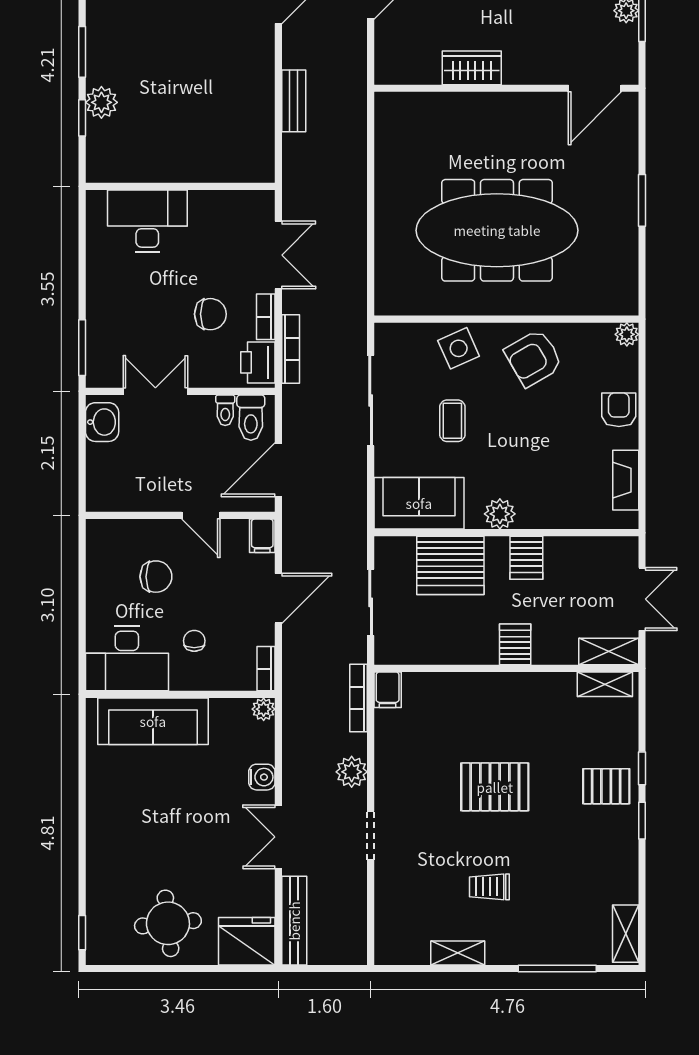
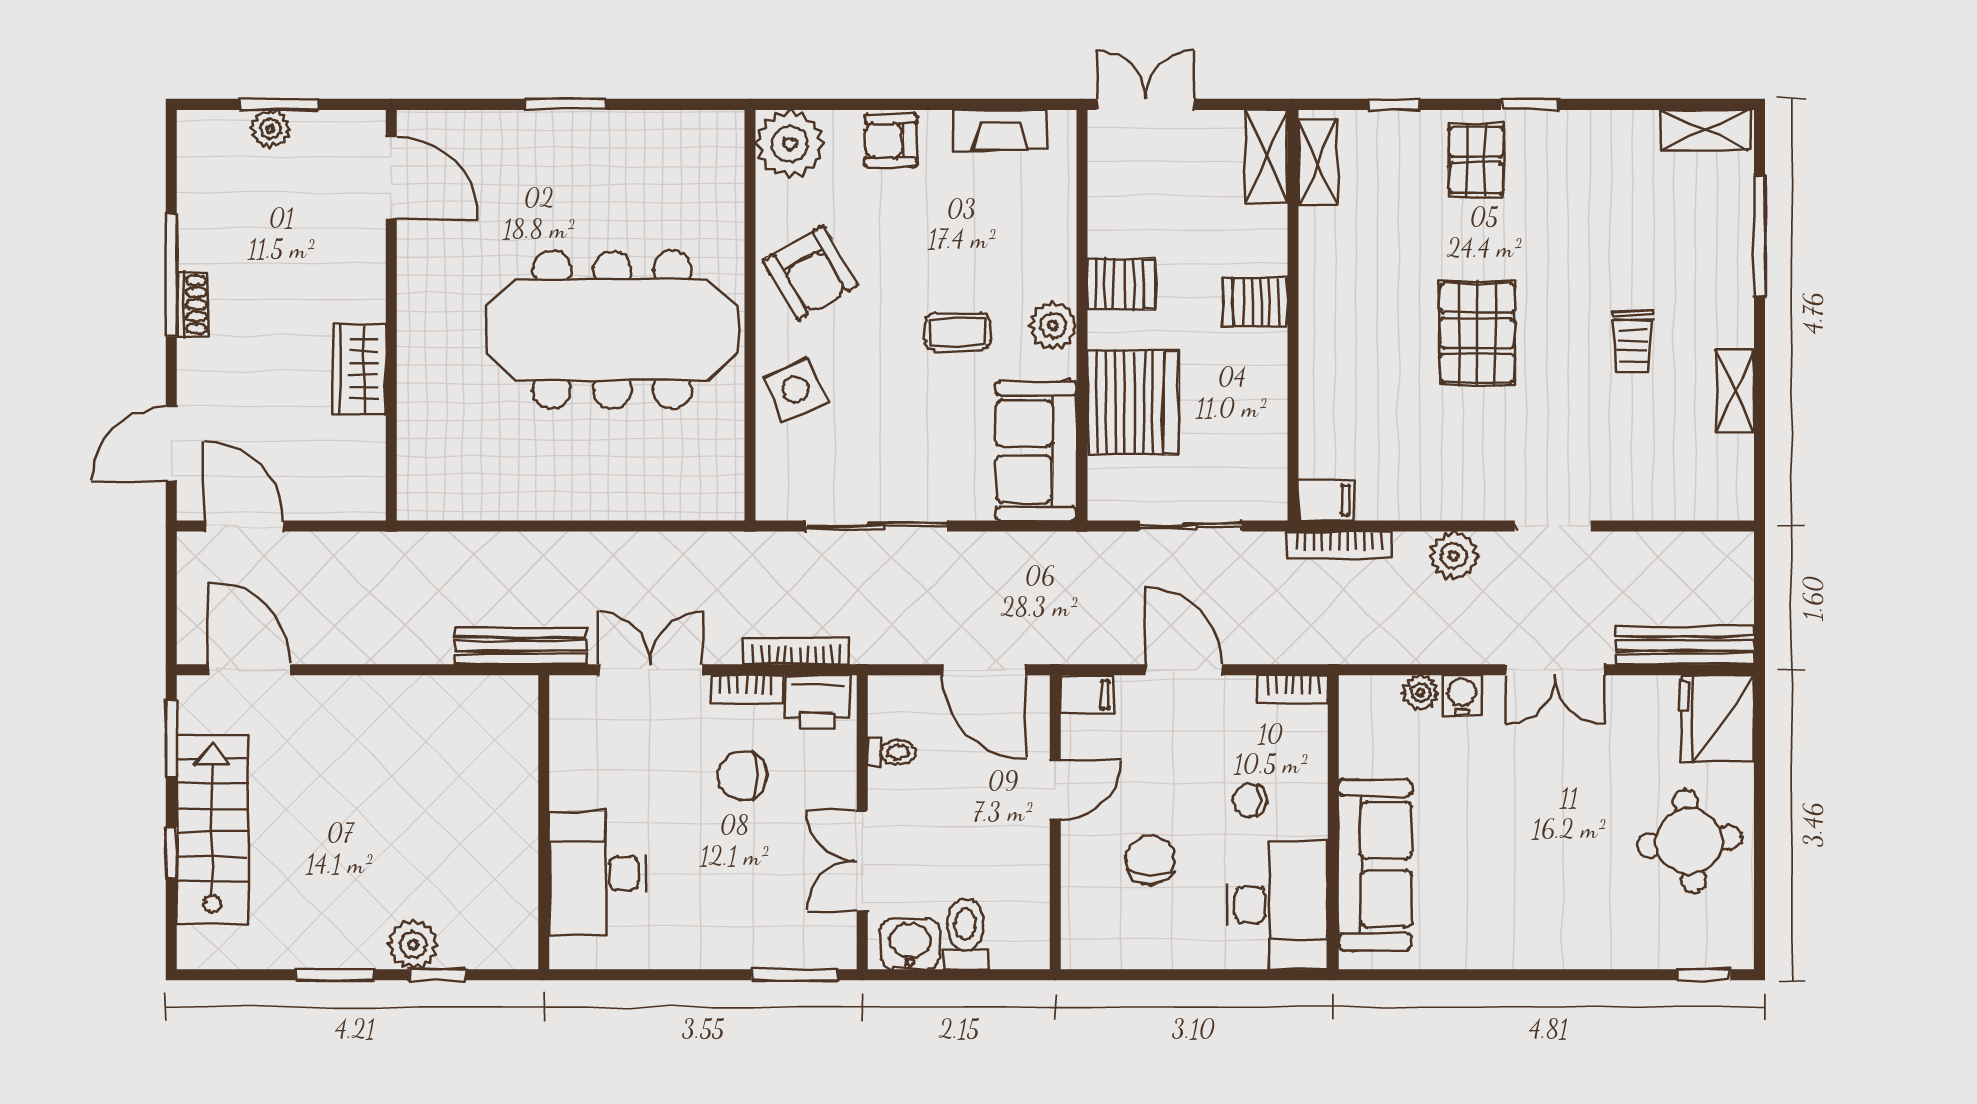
bench: (294, 101) -> (521, 646), moved, width x1.36
meeting table: (497, 230) -> (612, 330), turned 90
chair: (210, 314) -> (742, 775), turned -90
plant: (627, 334) -> (790, 144), width x1.87, depth x1.87
toilet: (251, 418) -> (965, 934), moved, turned -90
coffee table: (452, 421) -> (957, 332), moved
double door: (642, 599) -> (1146, 104), moved
plant: (264, 709) -> (1420, 693), moved
window: (642, 768) -> (1394, 104), moved

